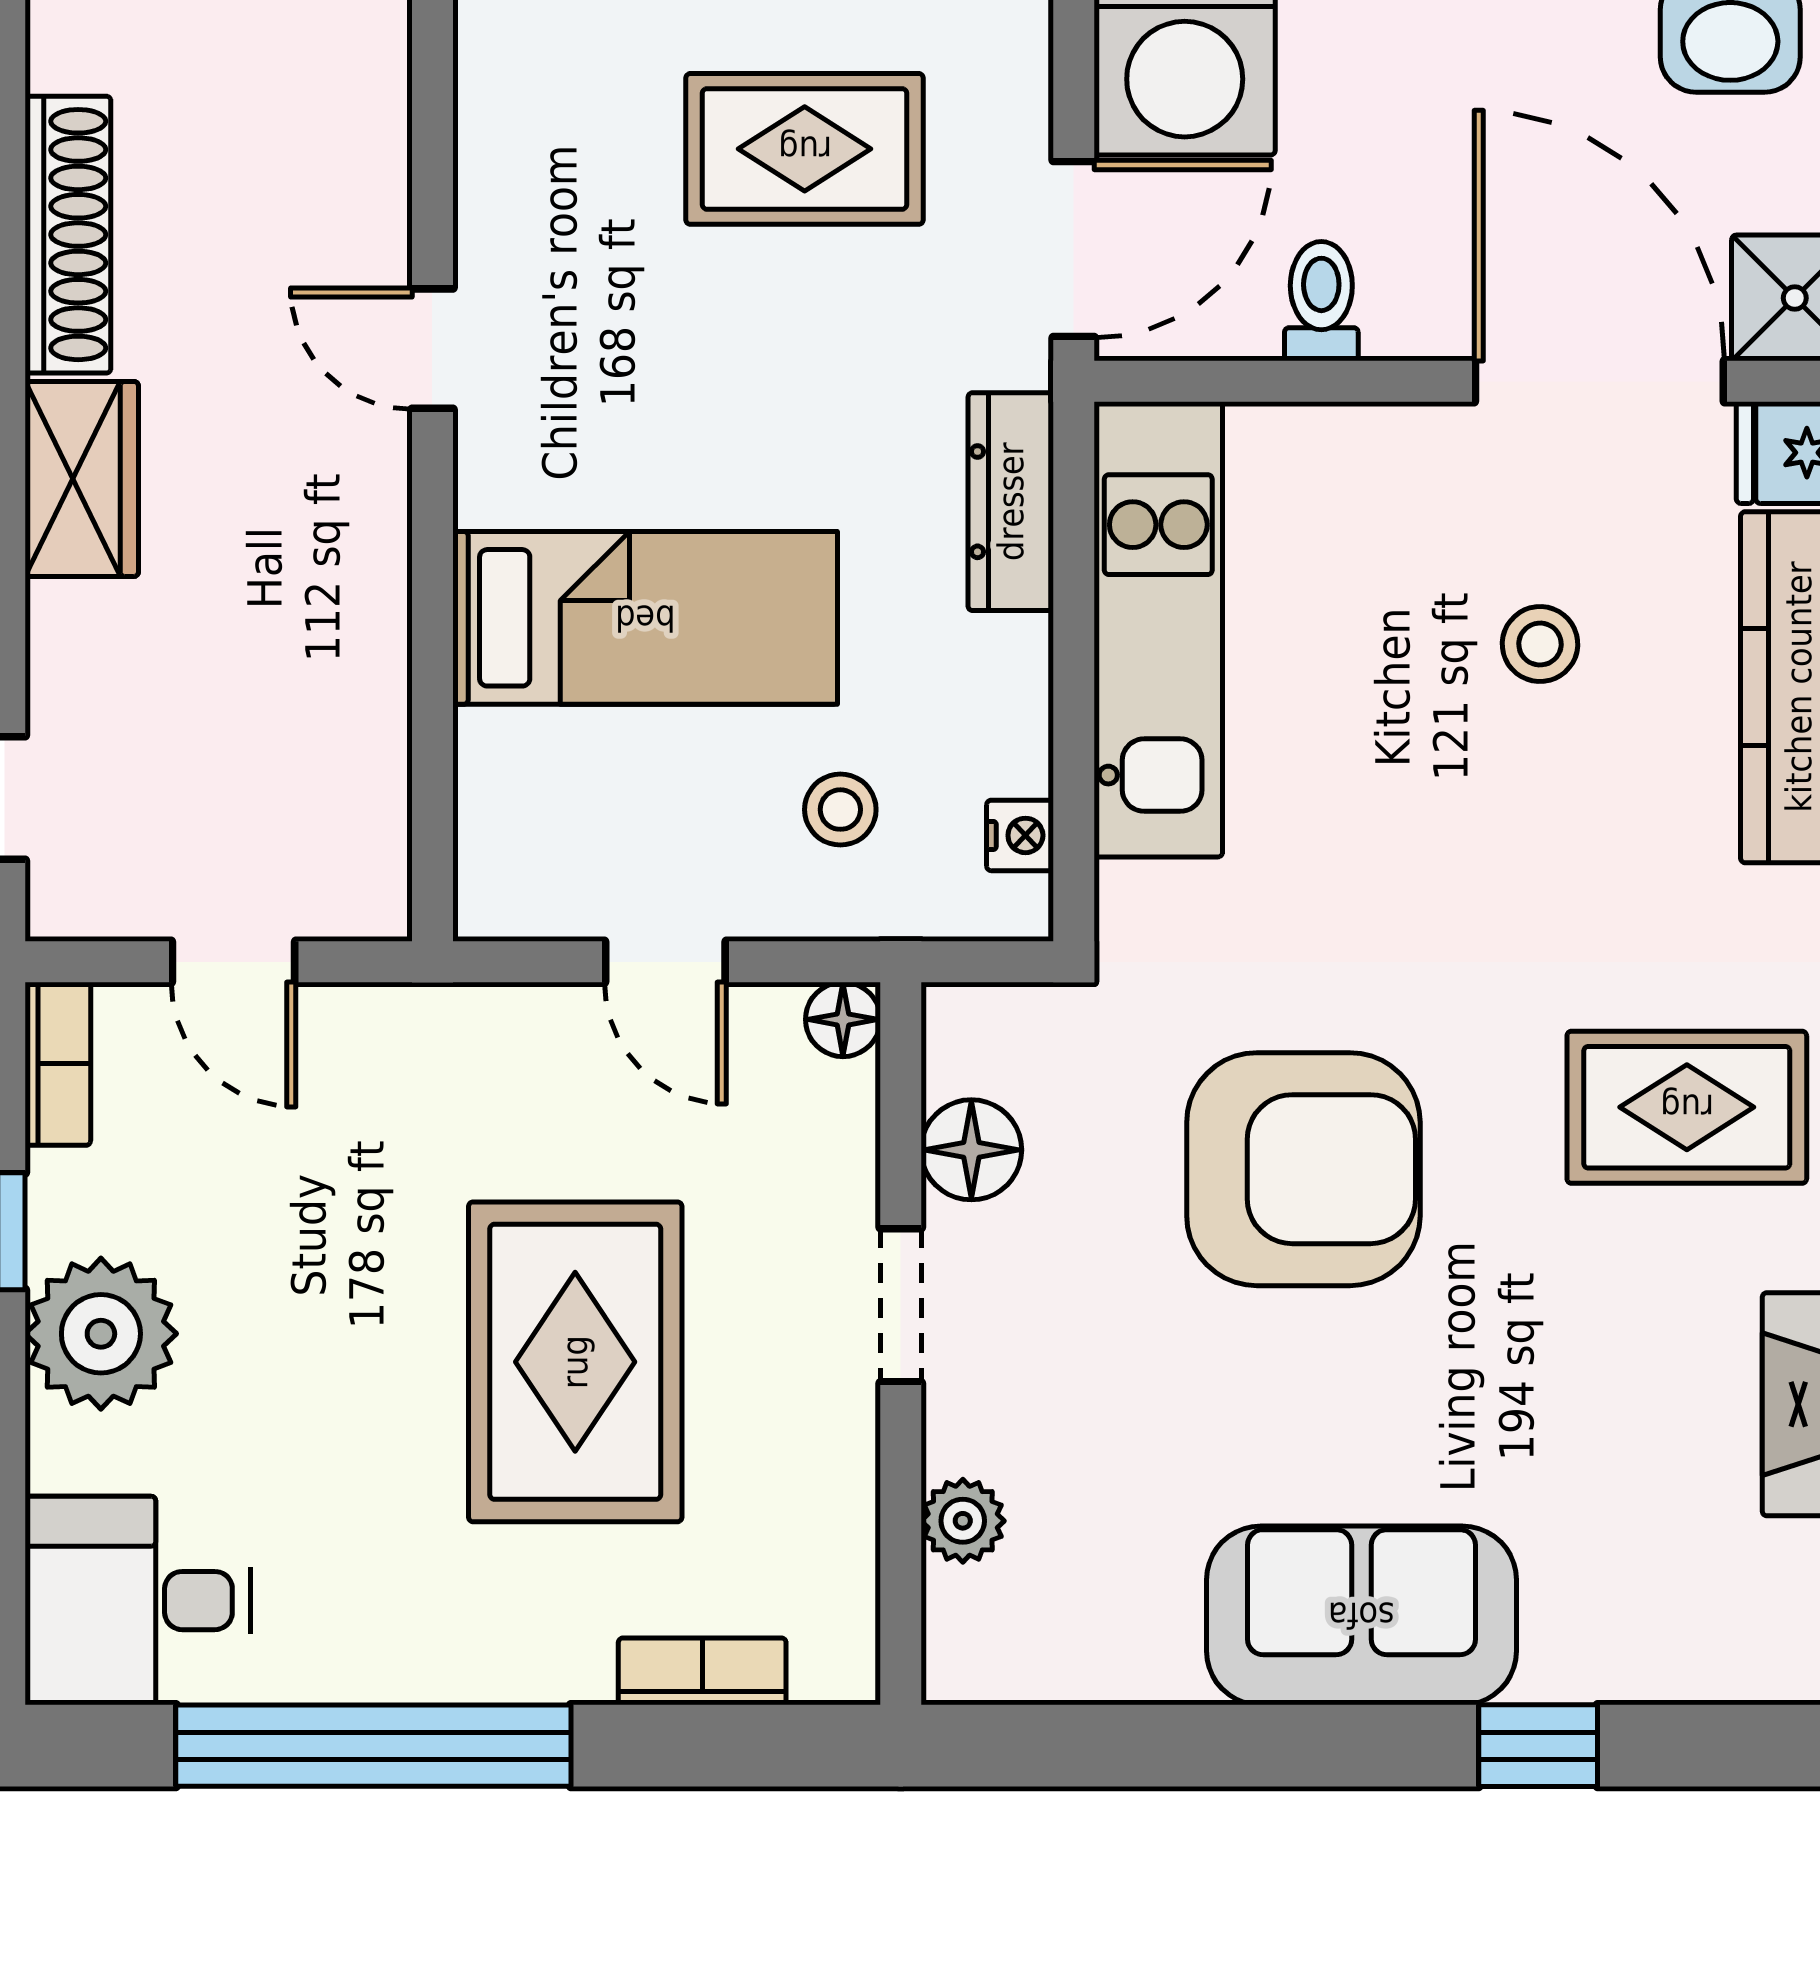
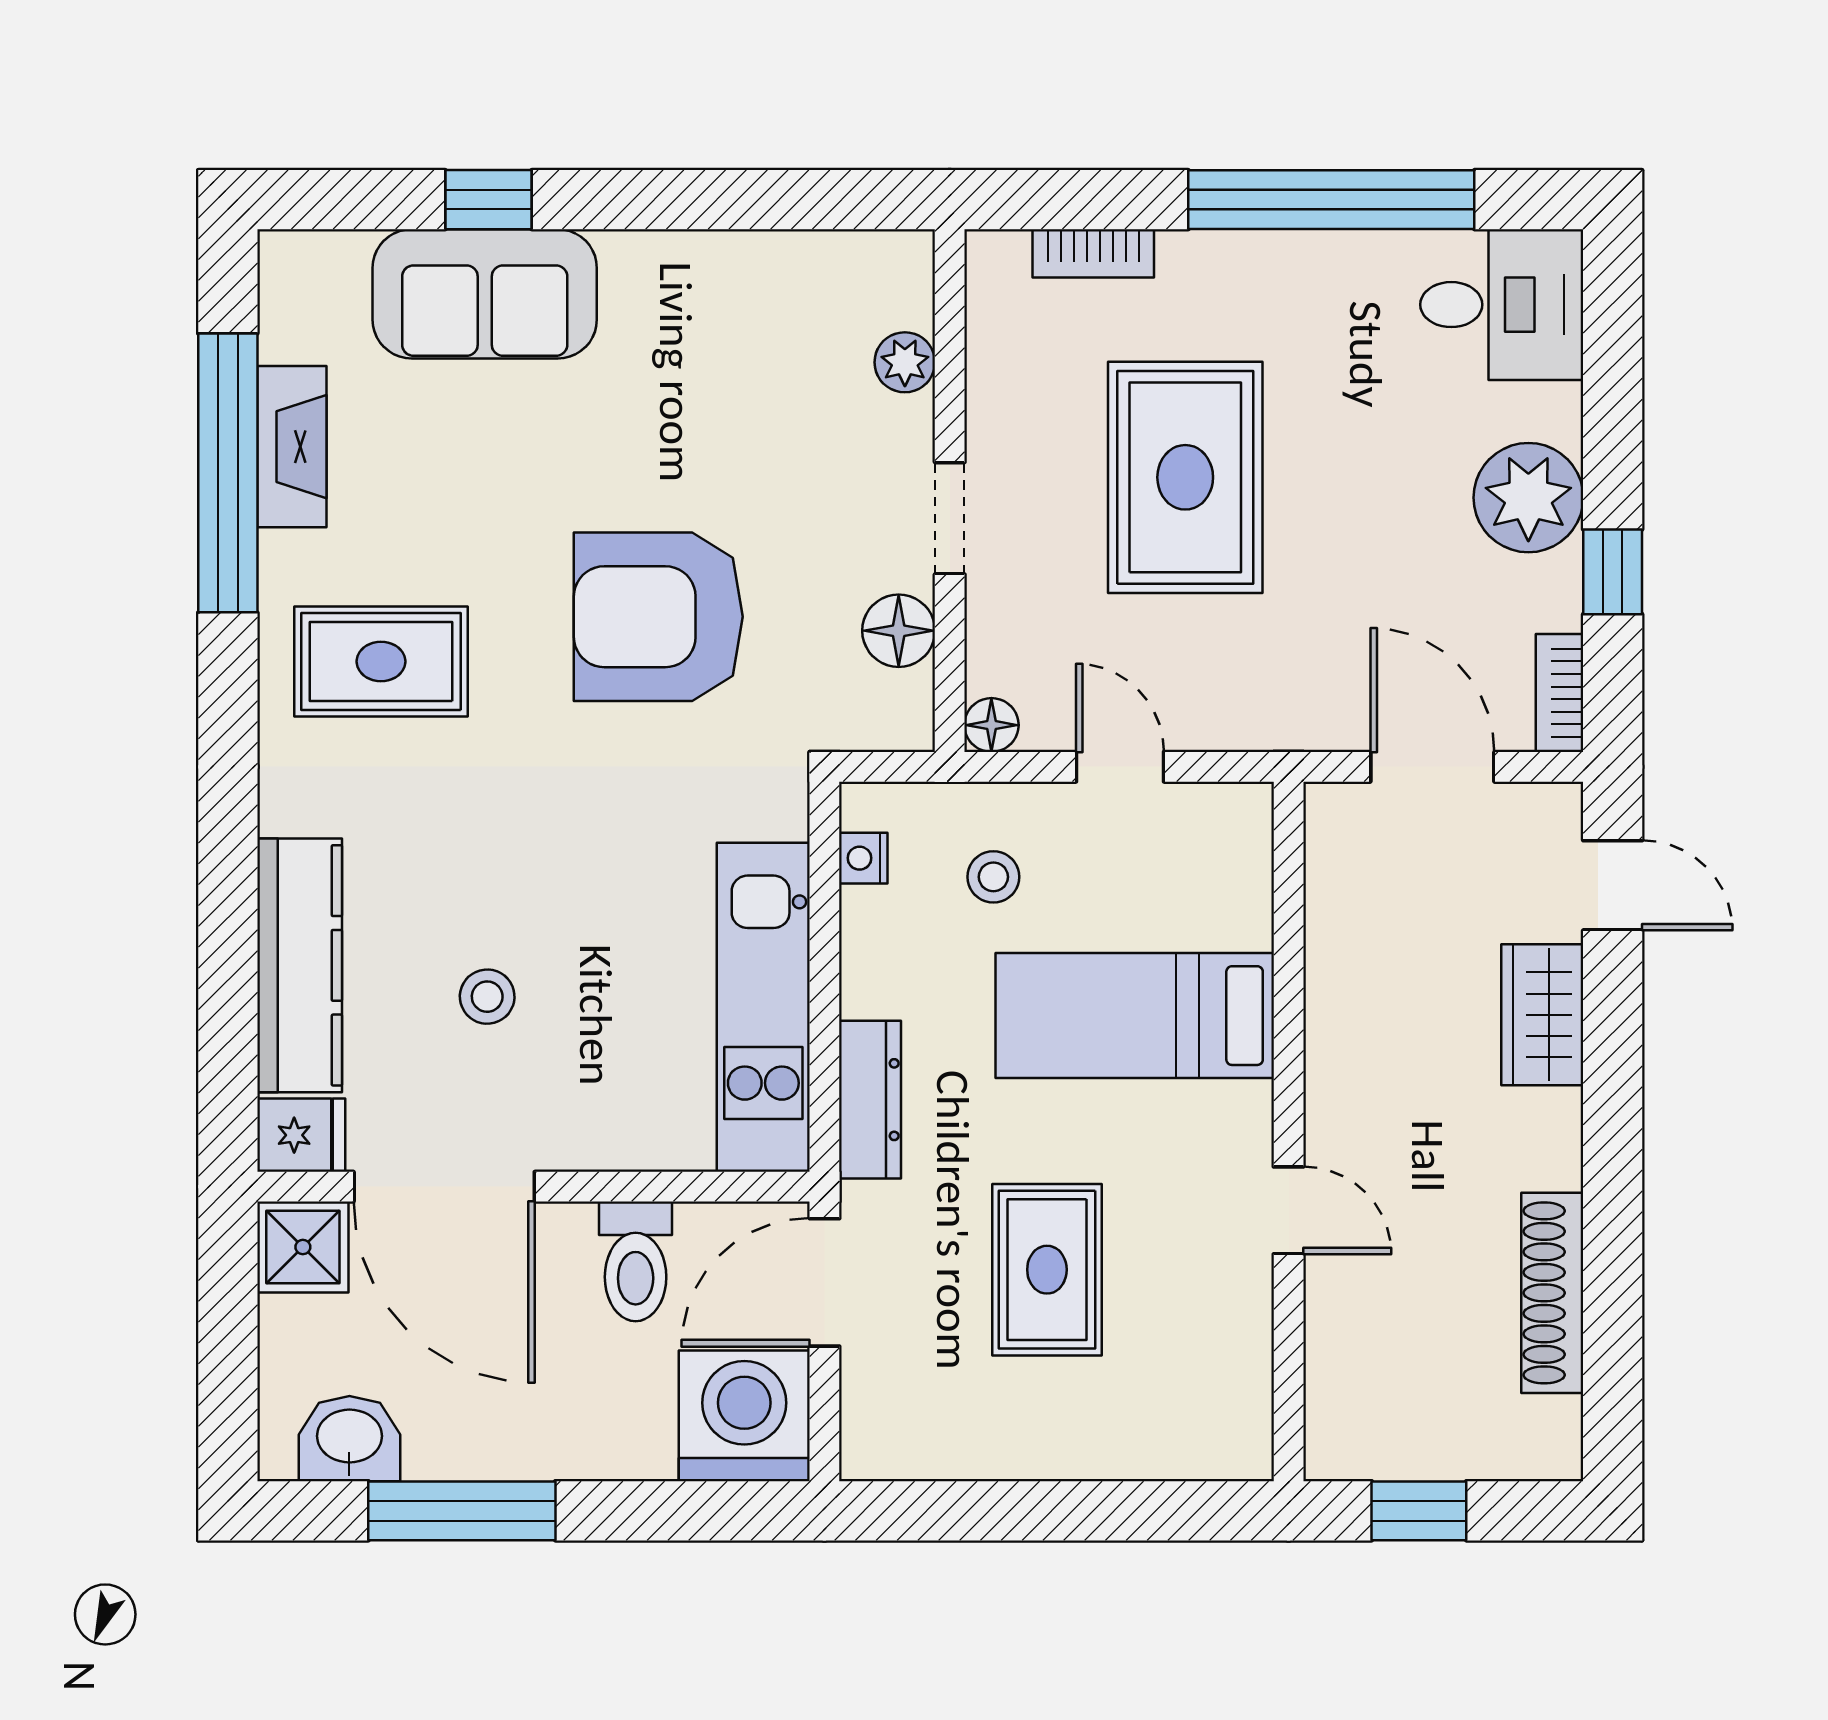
rug: (805, 149) -> (1047, 1270), moved, turned 90
toilet: (1321, 301) -> (636, 1261), width x1.37, depth x1.39
wardrobe: (82, 479) -> (1542, 1015), moved
door: (234, 962) -> (1432, 767), width x1.38
sofa: (1361, 1615) -> (485, 294), moved

